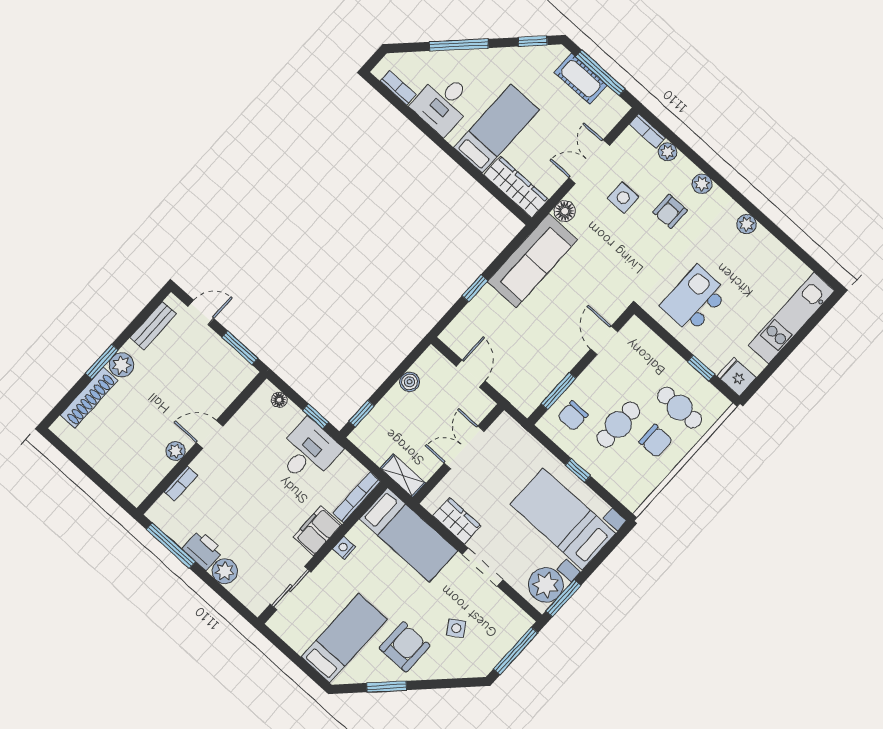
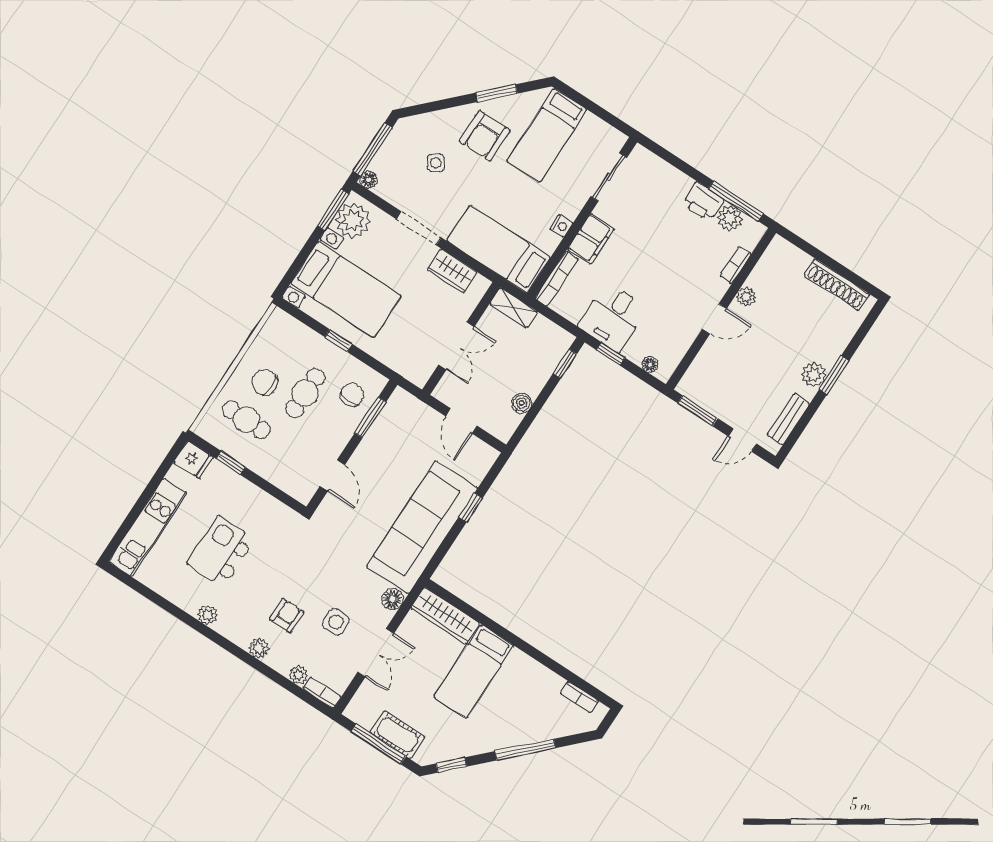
desk: (443, 103) -> (532, 688), removed
sofa: (532, 261) -> (422, 527), width x1.36, depth x1.27
kitchen island: (694, 299) -> (221, 551), moved, turned 180
shoe rack: (89, 398) -> (837, 285), moved, turned -90
plant: (225, 571) -> (730, 218), moved
floor lamp: (524, 622) -> (369, 180), added

